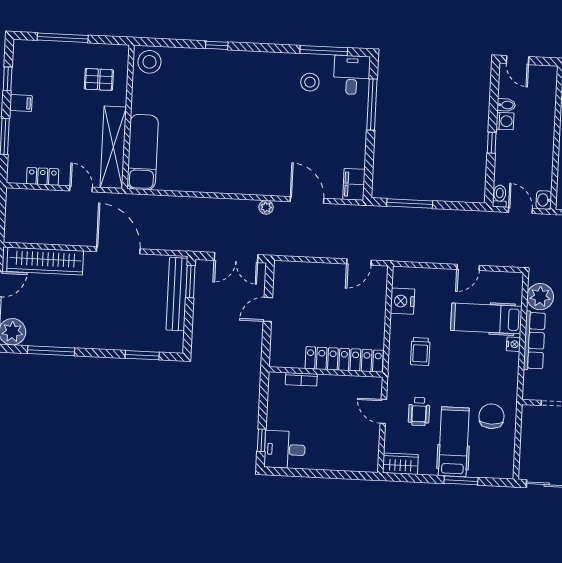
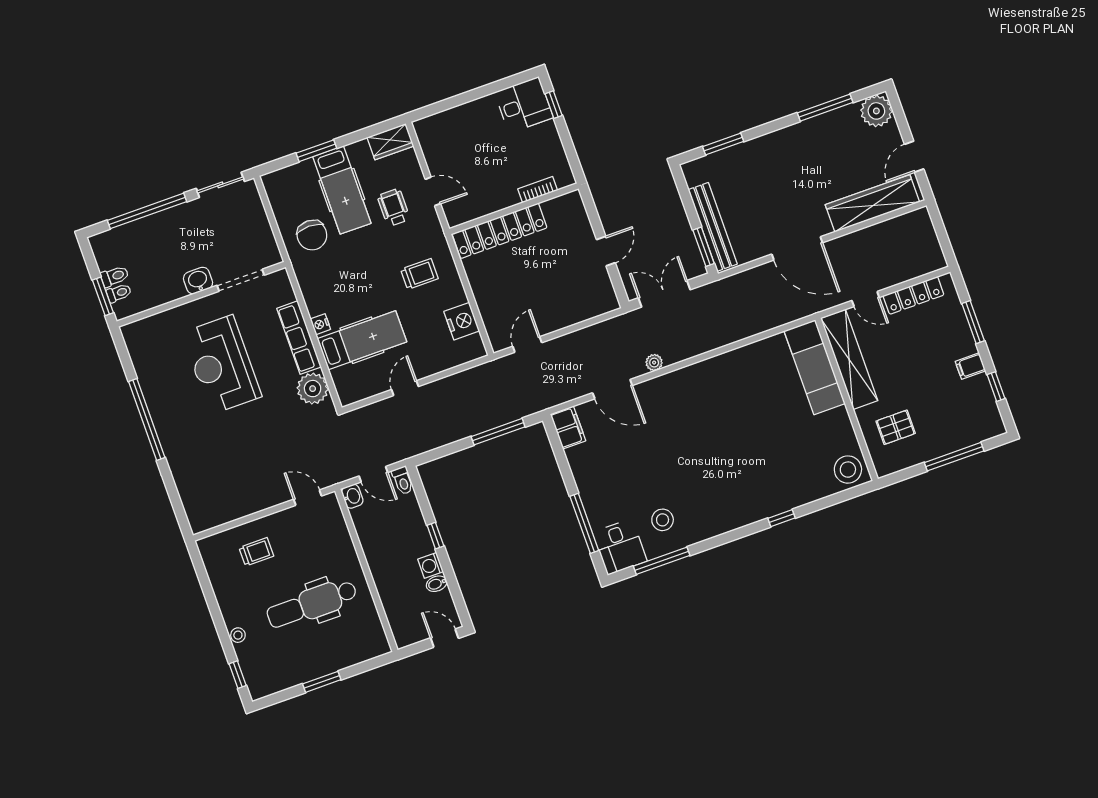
locker: (43, 176) -> (913, 295), width x1.53
trolley: (420, 351) -> (419, 274), turned 90

